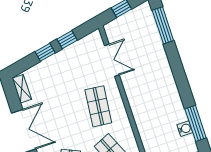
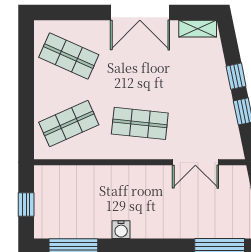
water cooler: (185, 129) -> (121, 230), moved

